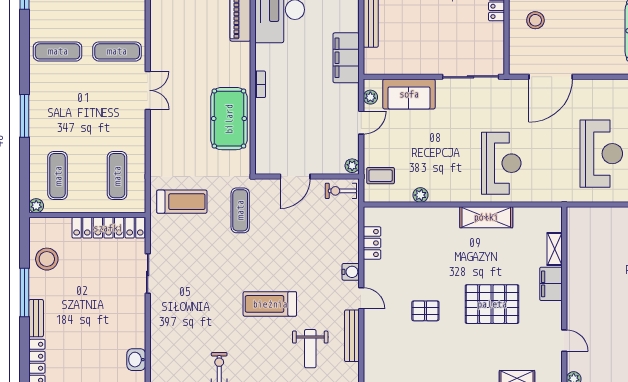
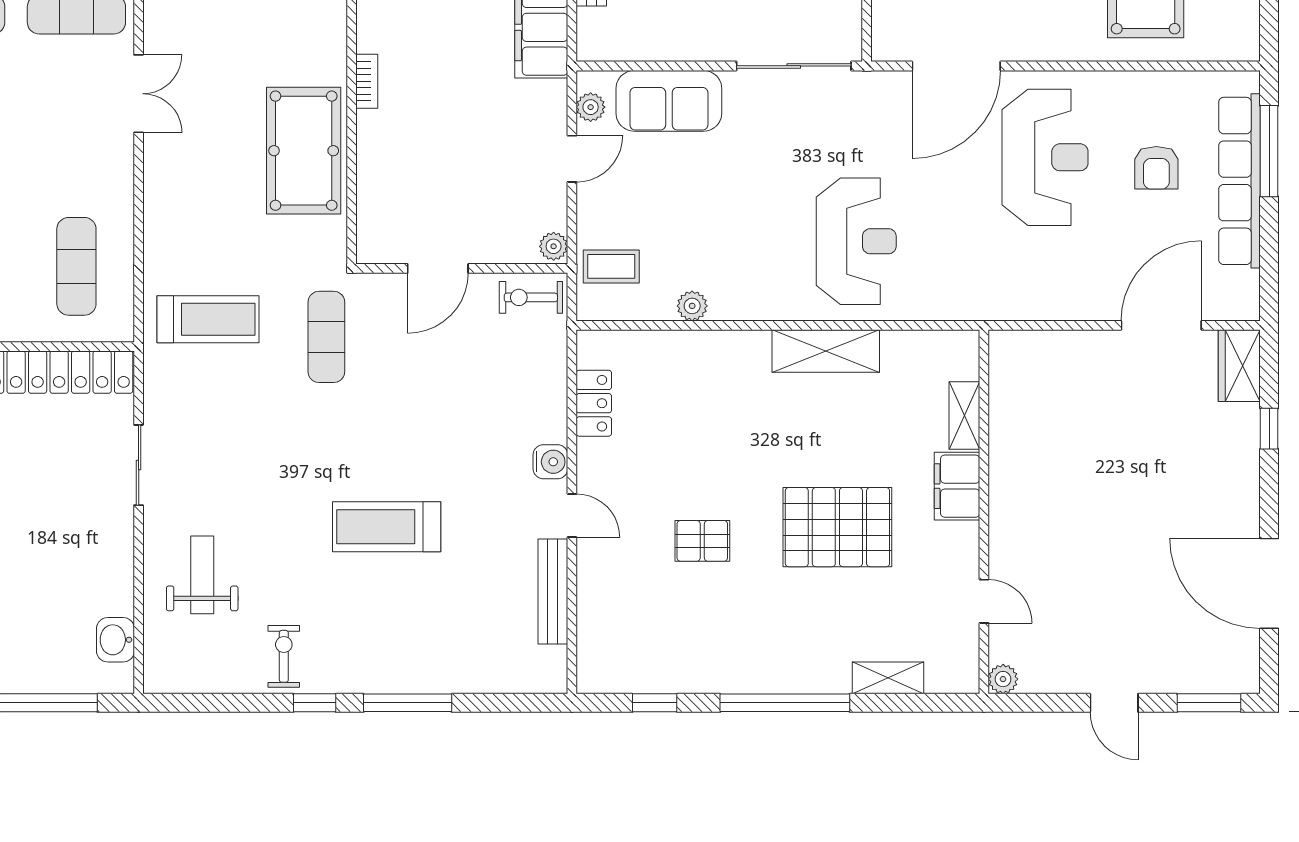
reception desk: (601, 154) -> (1045, 157), moved
weight bench: (310, 349) -> (202, 575), moved, turned 180

